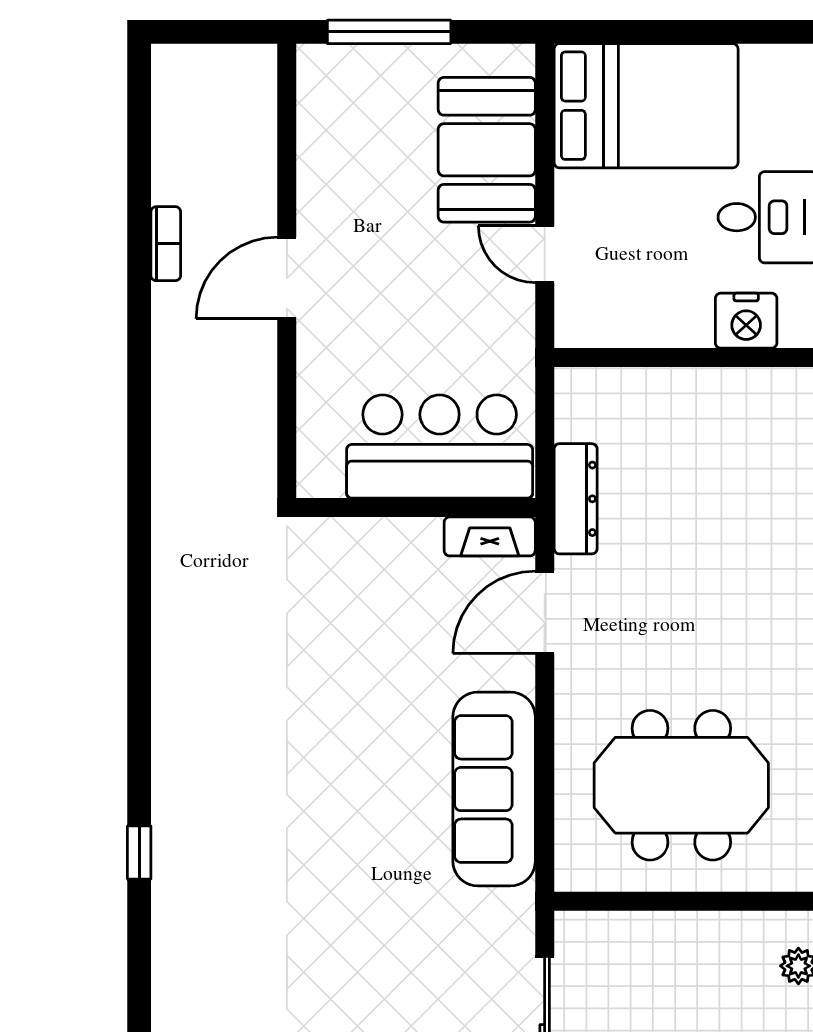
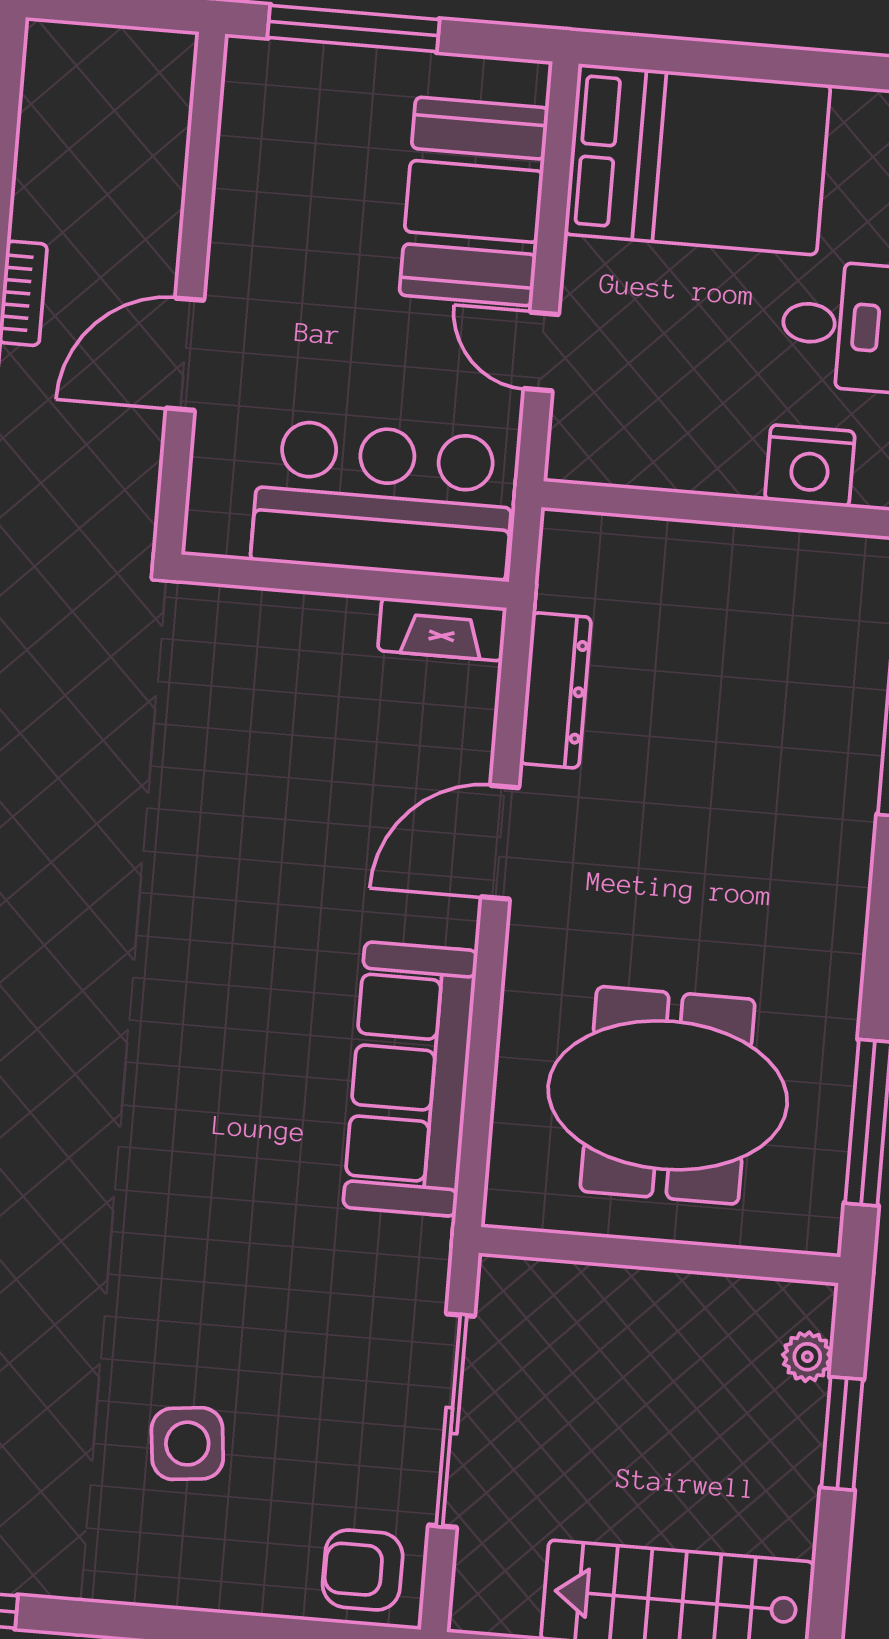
bar counter: (440, 447) -> (384, 500), moved
wall: (416, 508) -> (344, 581), moved
fireplace: (490, 536) -> (442, 629), moved

